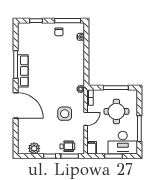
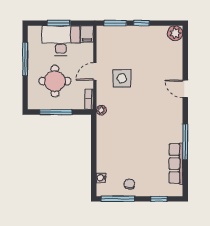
row of seats: (23, 71) -> (176, 164), moved
door: (16, 105) -> (185, 89), width x0.53
desk: (123, 143) -> (61, 41), moved
wheelchair: (67, 146) -> (118, 36), removed
plant: (34, 148) -> (175, 33), moved

